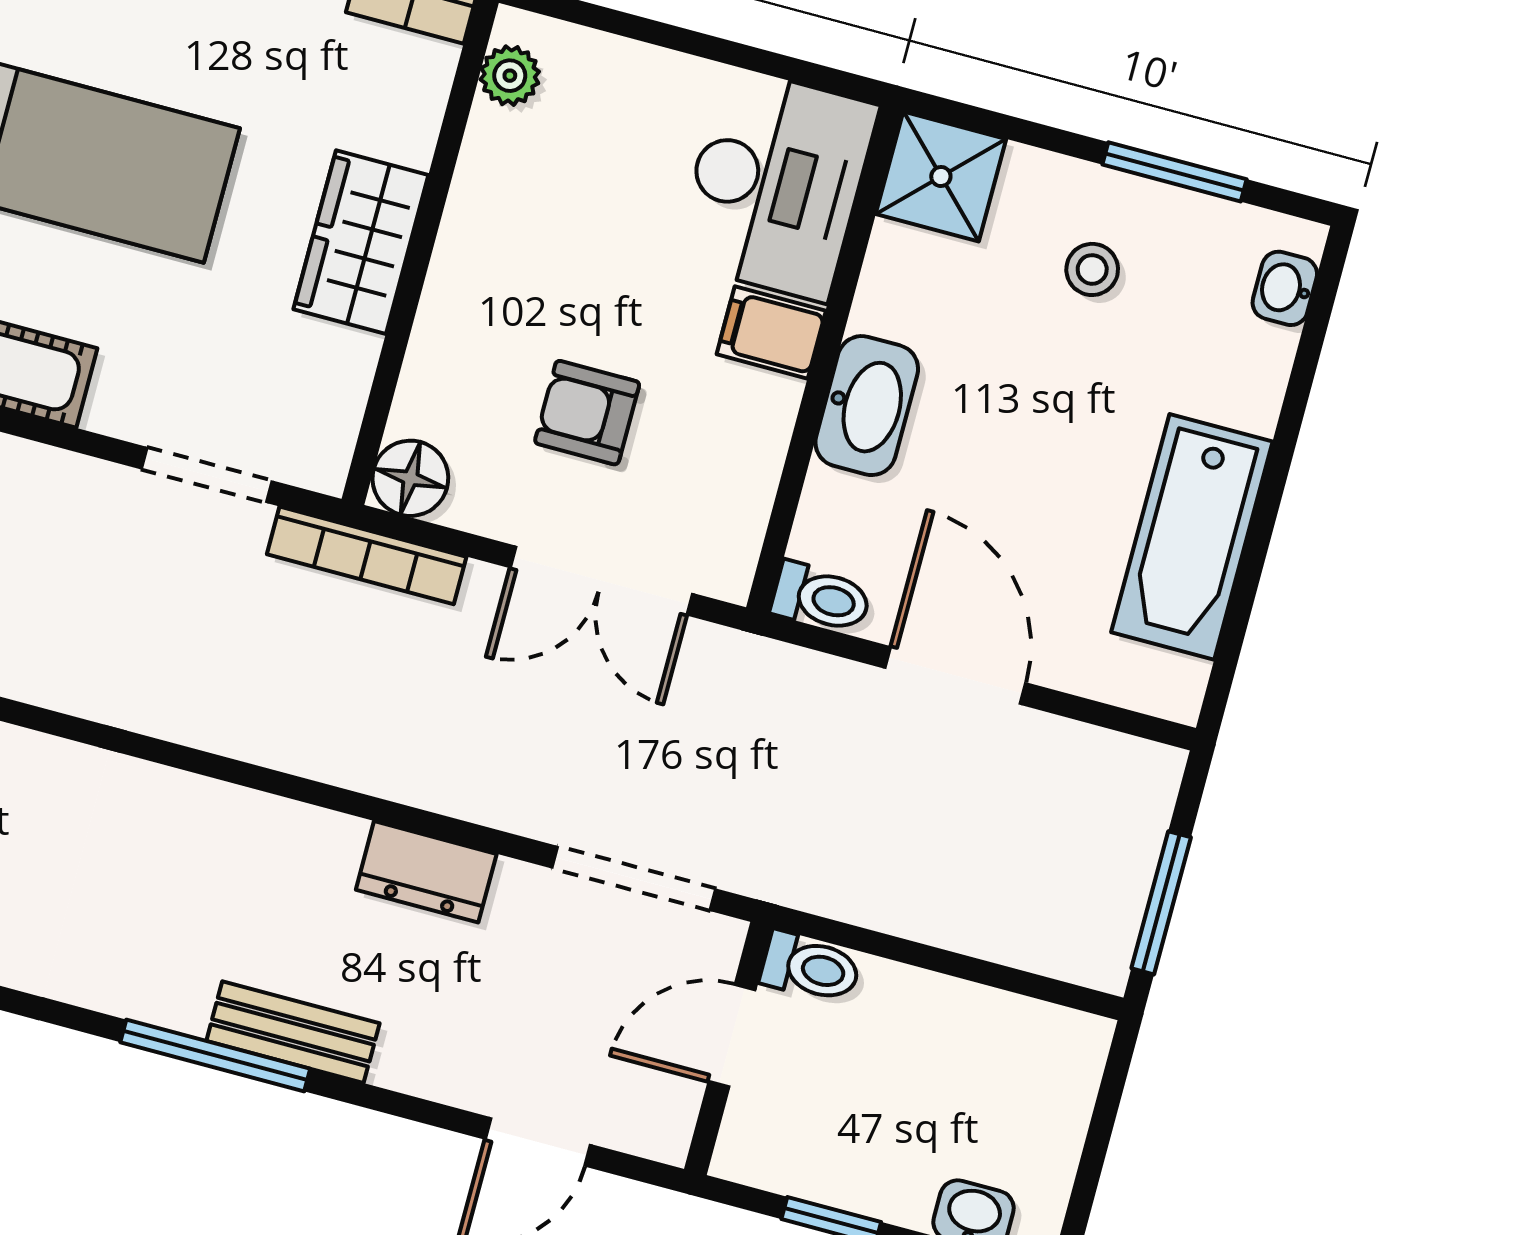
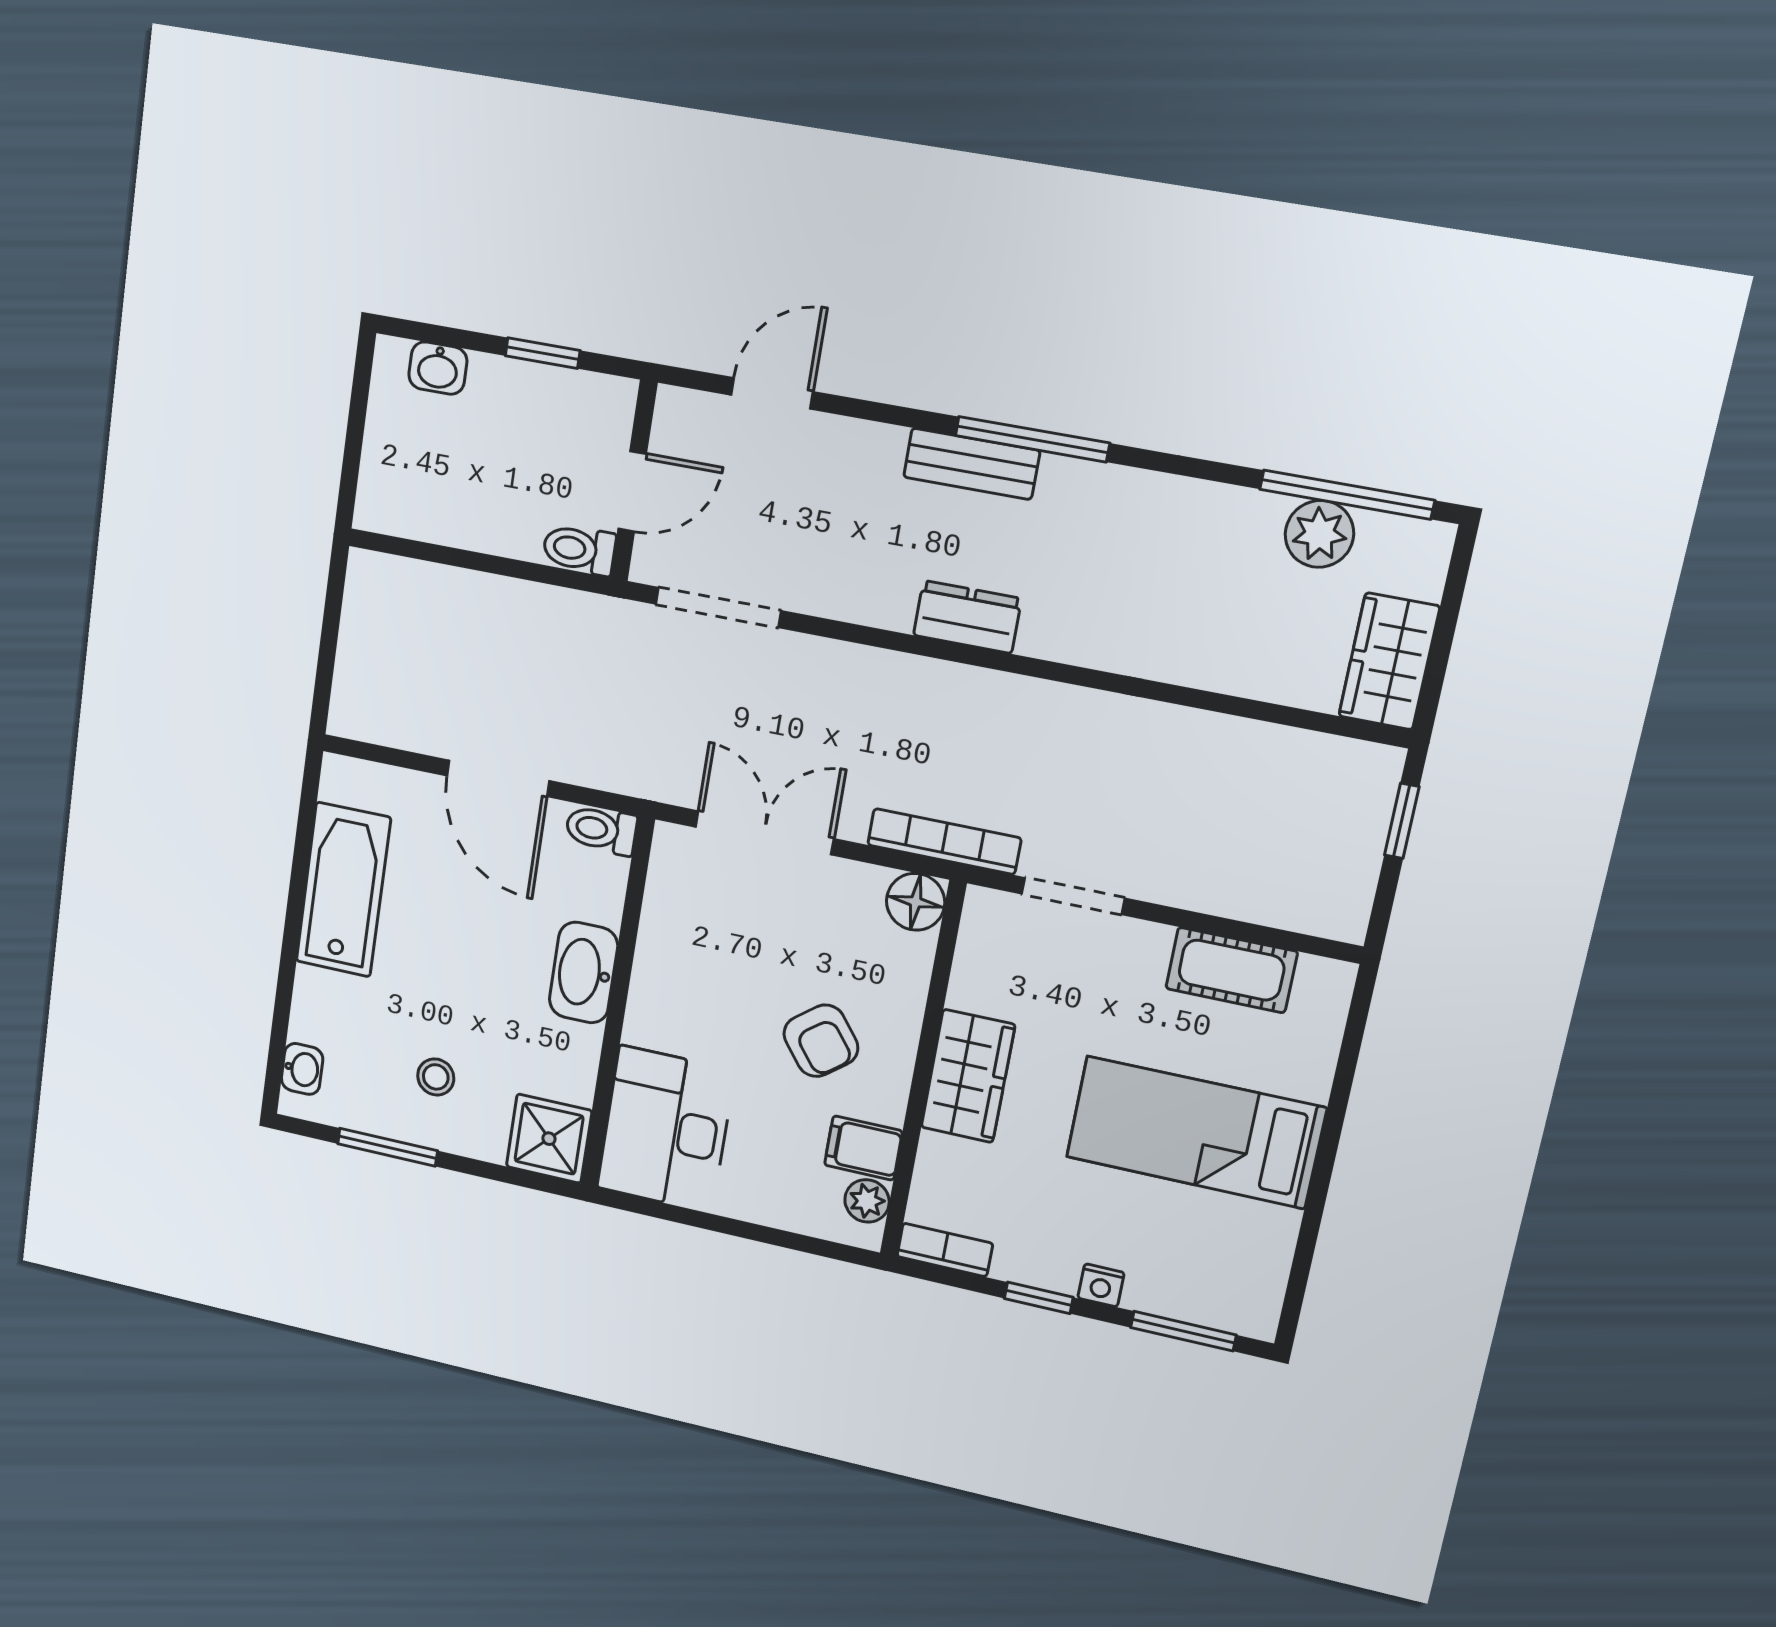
filing cabinet: (771, 332) -> (863, 1148), moved, turned 180
armchair: (587, 413) -> (821, 1041), moved, turned 52
dresser: (426, 872) -> (967, 617), moved
window: (1161, 903) -> (331, 620), removed

